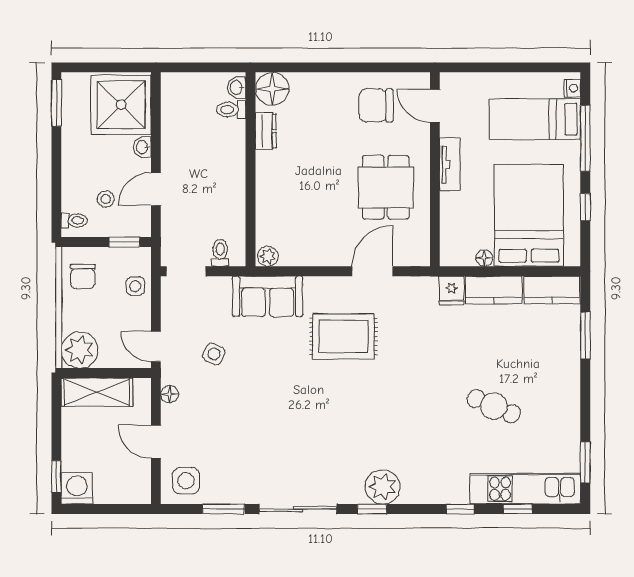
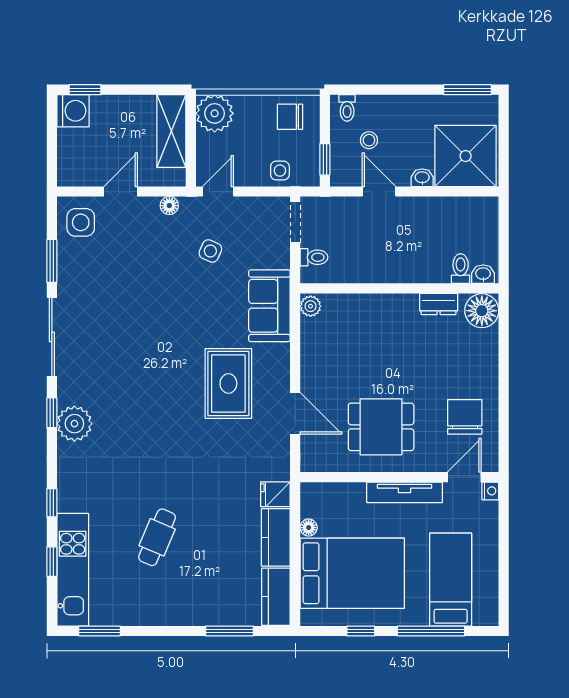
nightstand: (572, 88) -> (490, 491), moved, turned -90
tv unit: (450, 164) -> (405, 492), width x1.41

